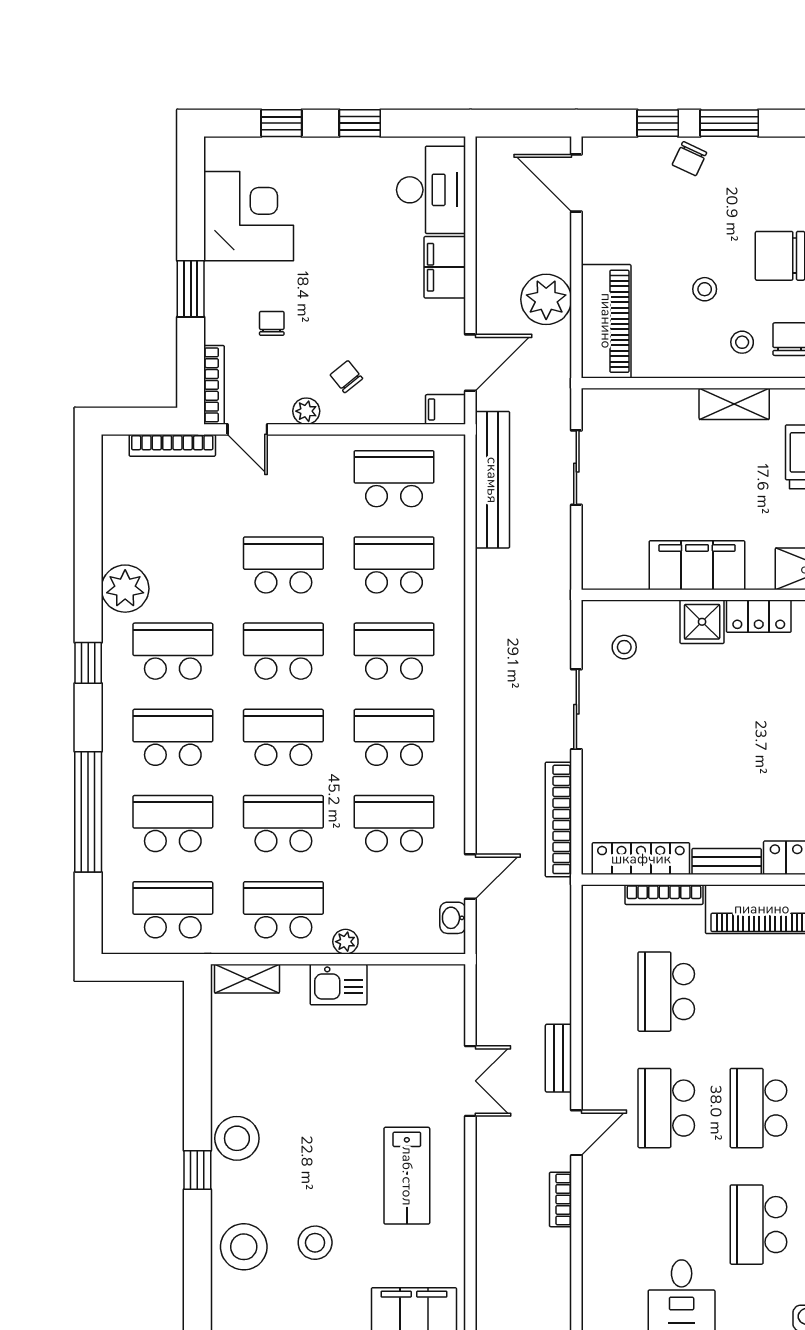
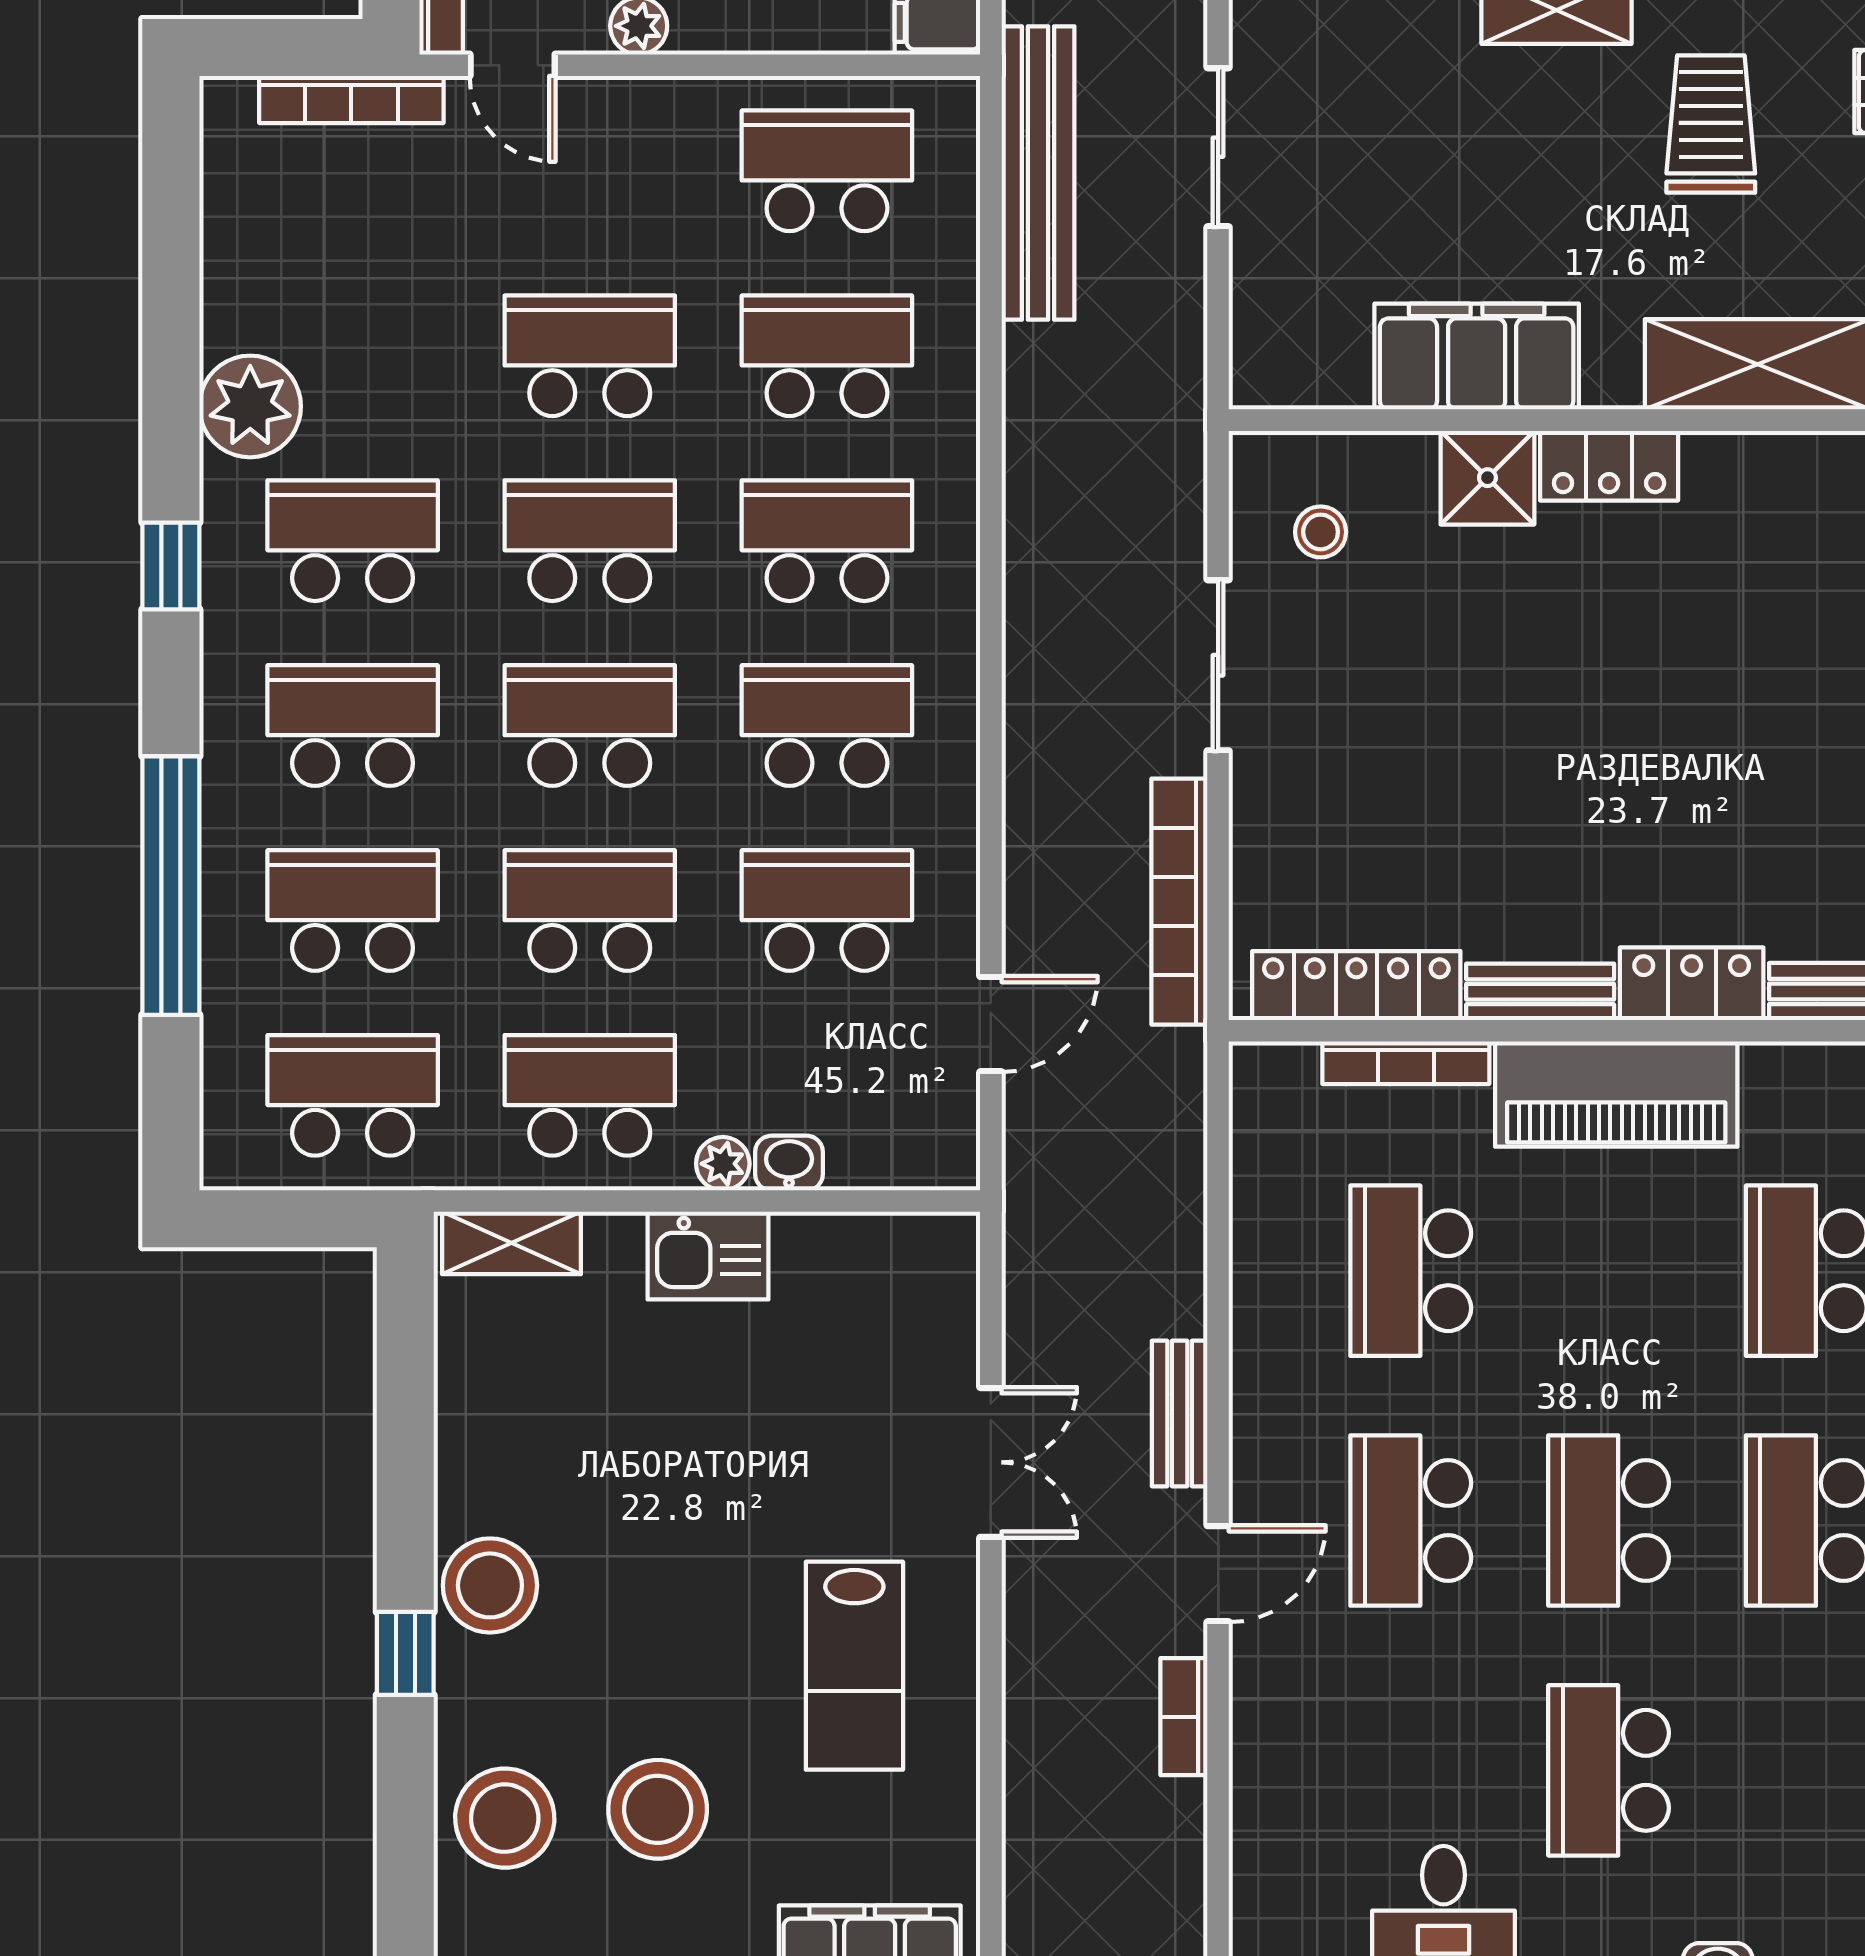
washbasin: (453, 918) -> (789, 1163), moved, turned 90
stool: (315, 1243) -> (658, 1809), width x1.38, depth x1.38

